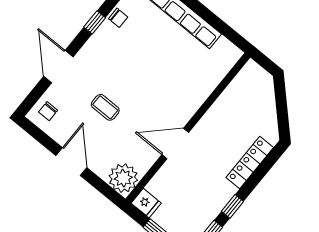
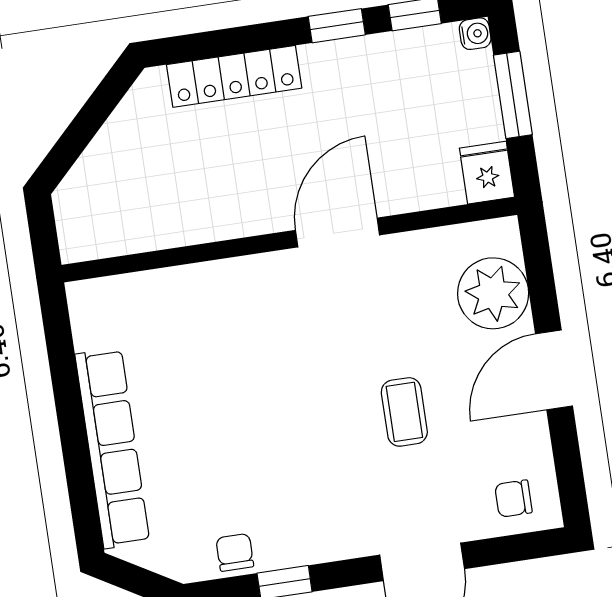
chair: (48, 111) -> (513, 499), turned 180
door: (175, 144) -> (337, 233), swing flipped
plant: (123, 178) -> (493, 293), moved

